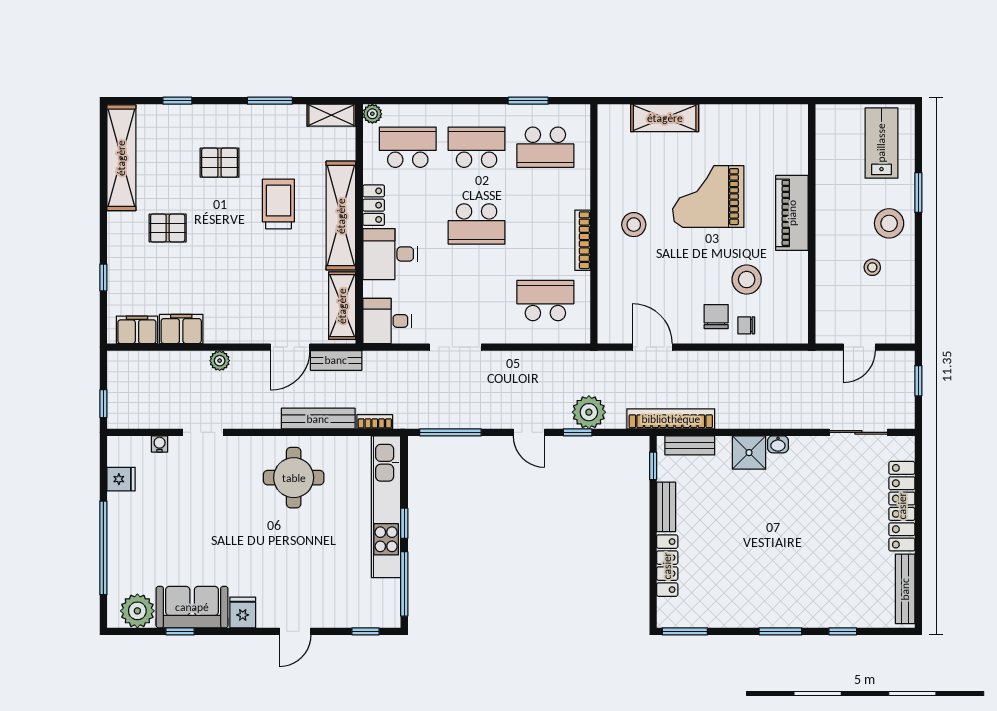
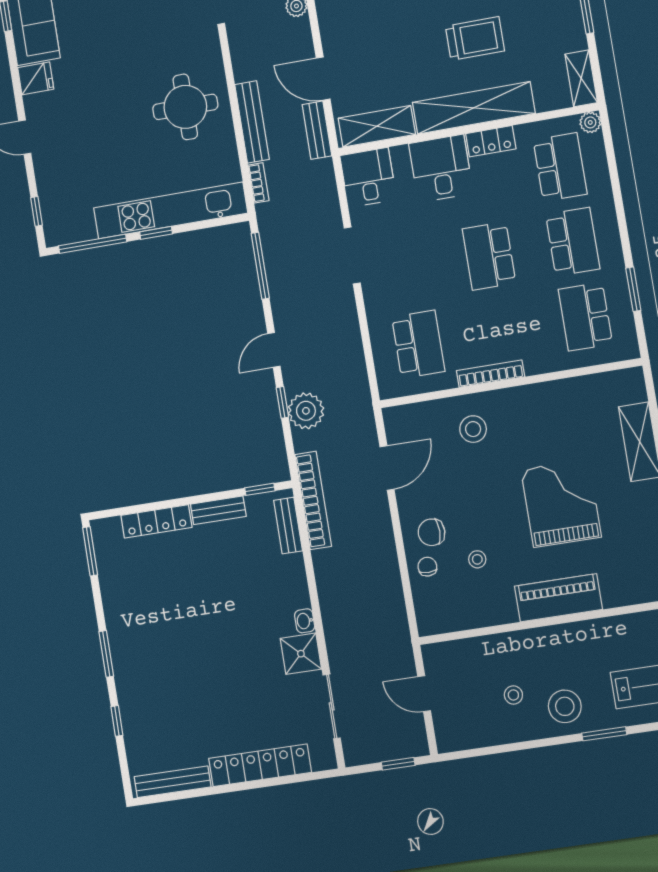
stool: (634, 225) -> (473, 429), moved
stool: (747, 280) -> (477, 559), width x0.53, depth x0.53
chair: (716, 317) -> (432, 532), turned 180
shower: (749, 453) -> (301, 654), moved

